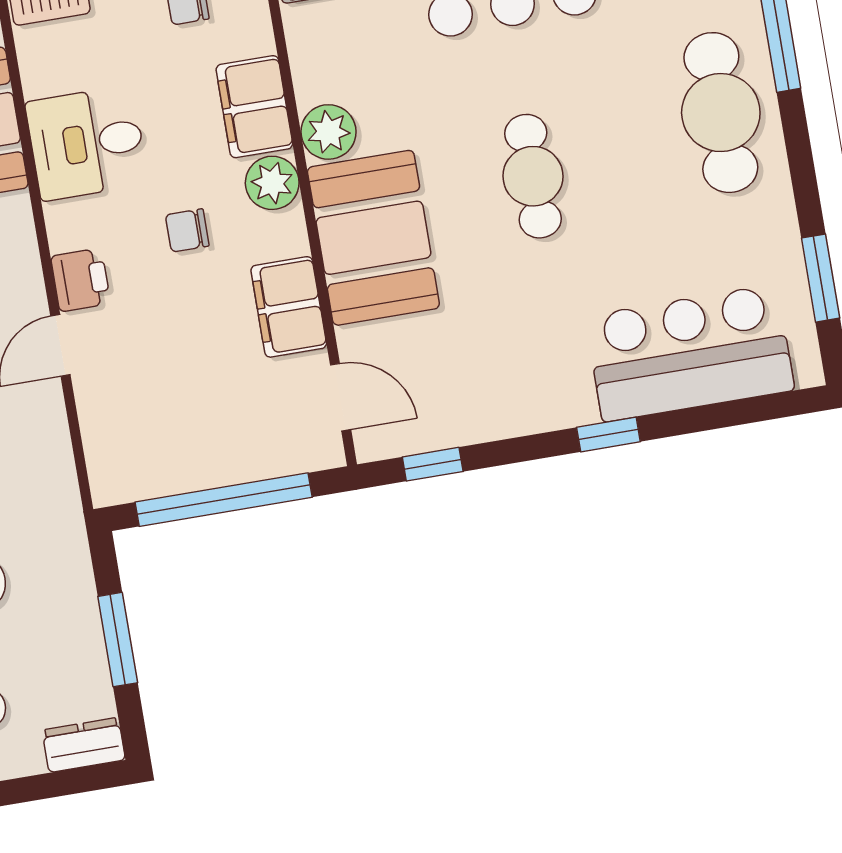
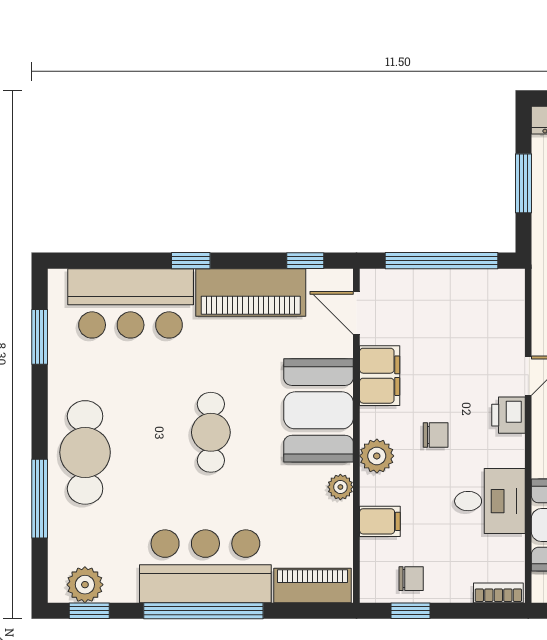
filing cabinet: (254, 107) -> (380, 521), width x0.50
plant: (329, 132) -> (340, 487), width x0.73, depth x0.73
piano: (508, 401) -> (251, 292), added

